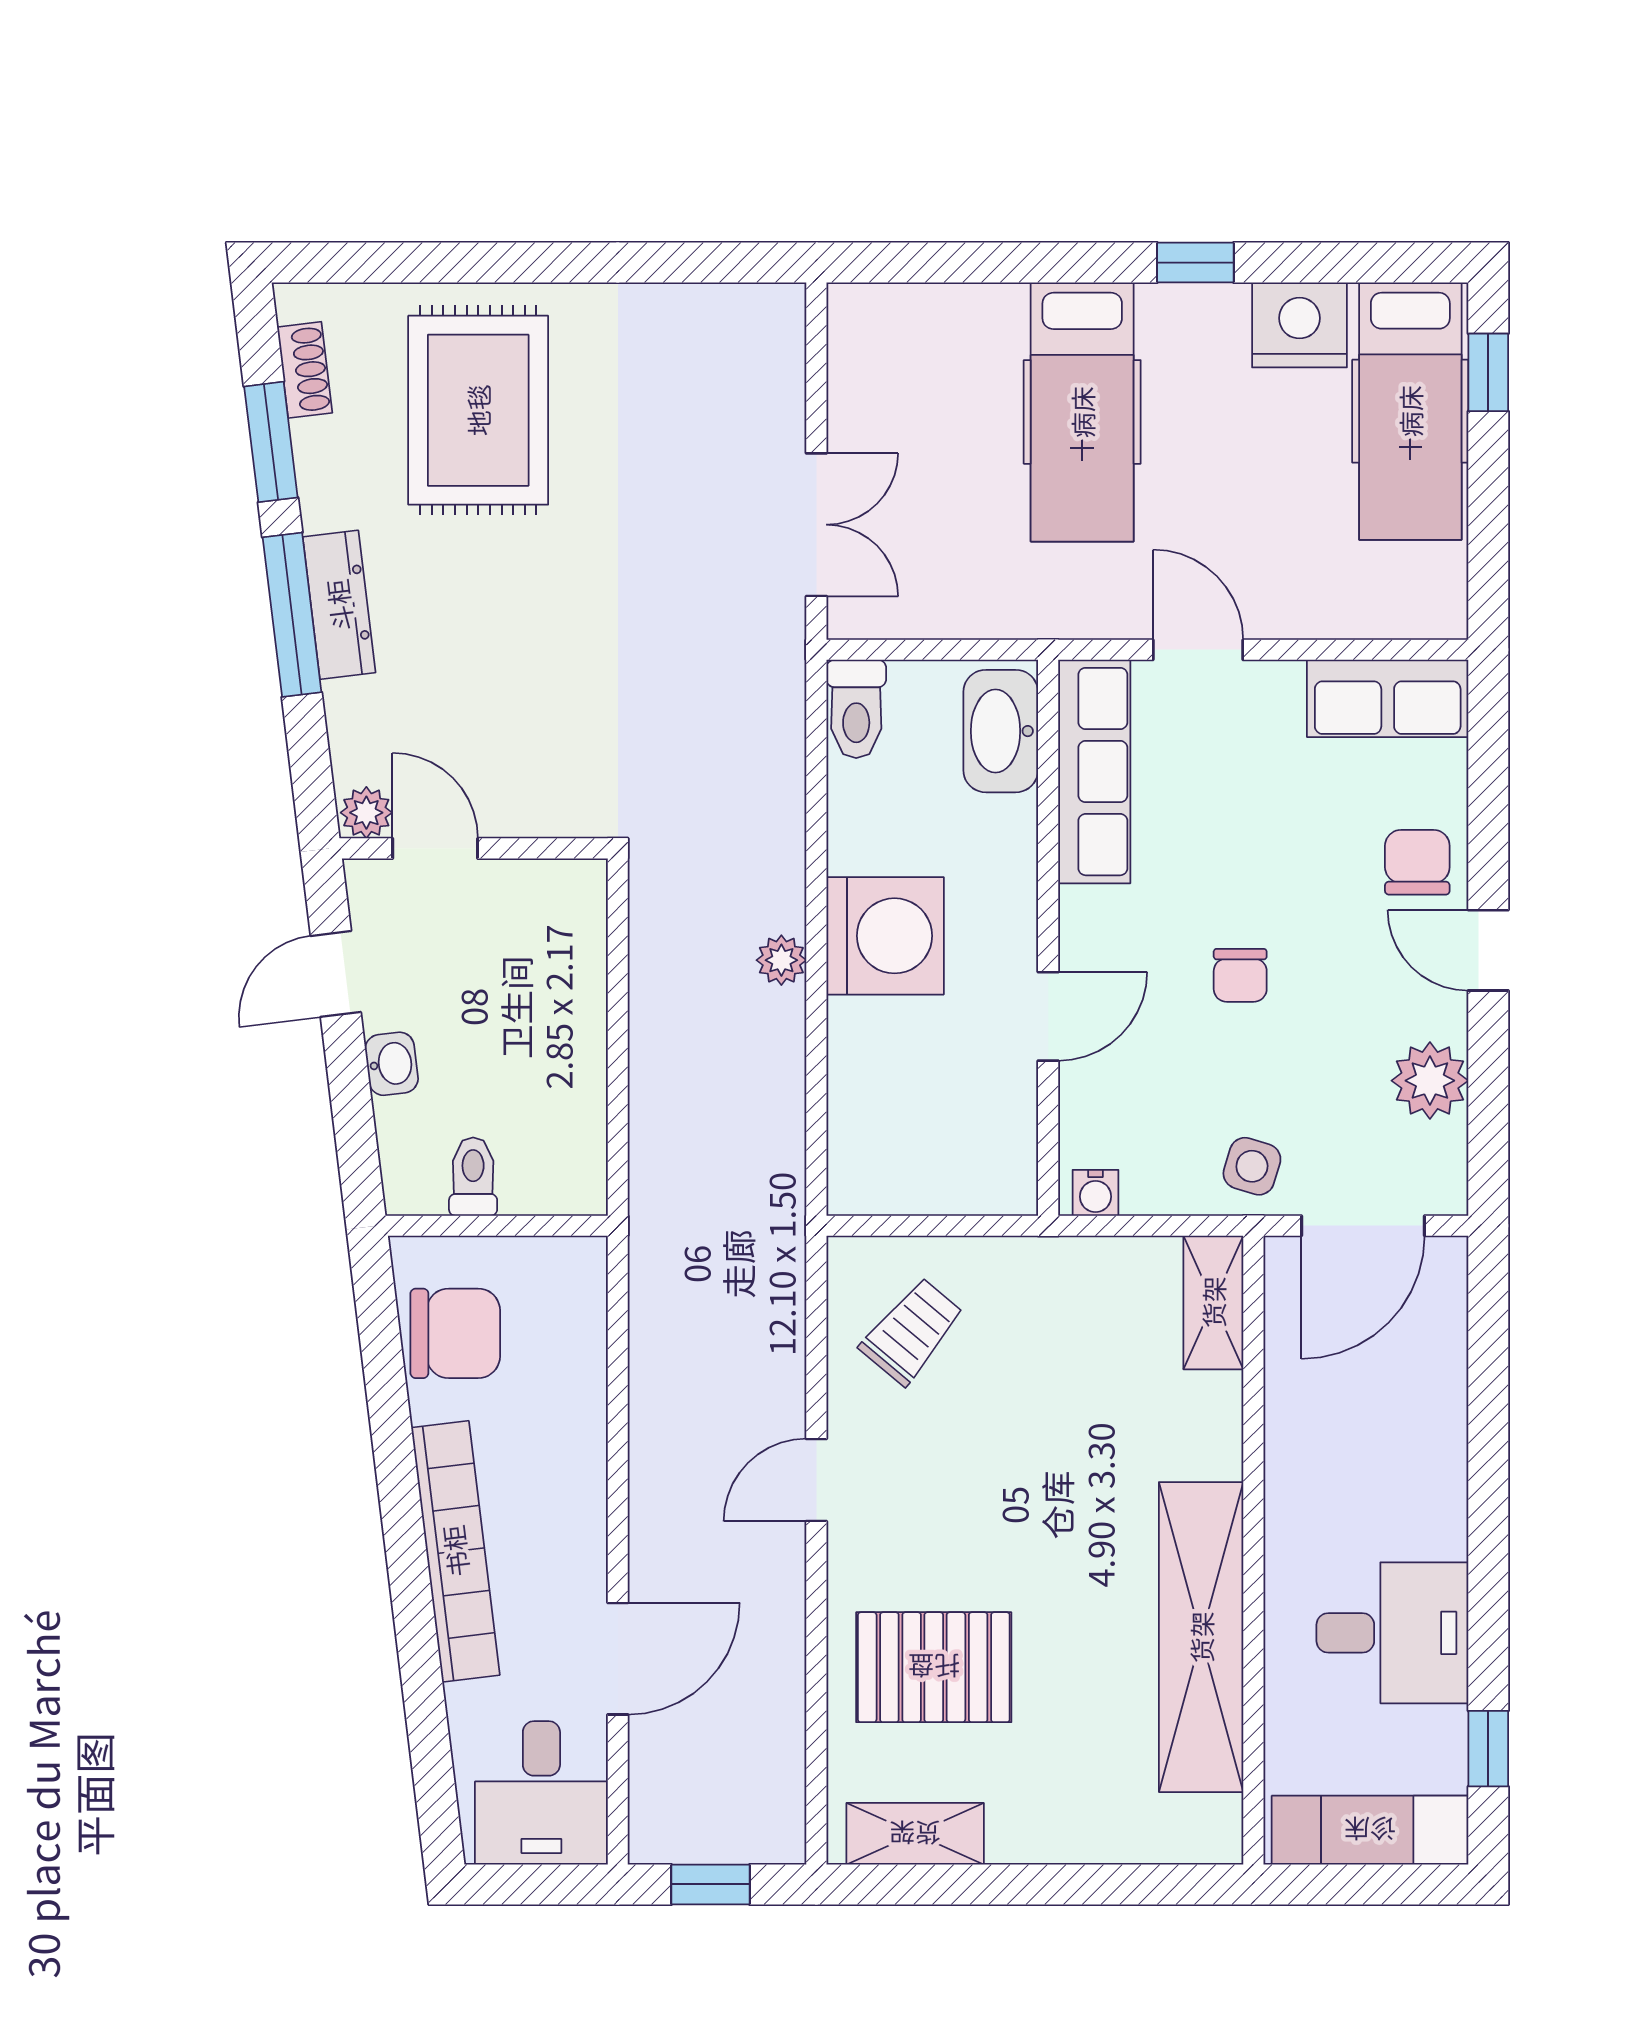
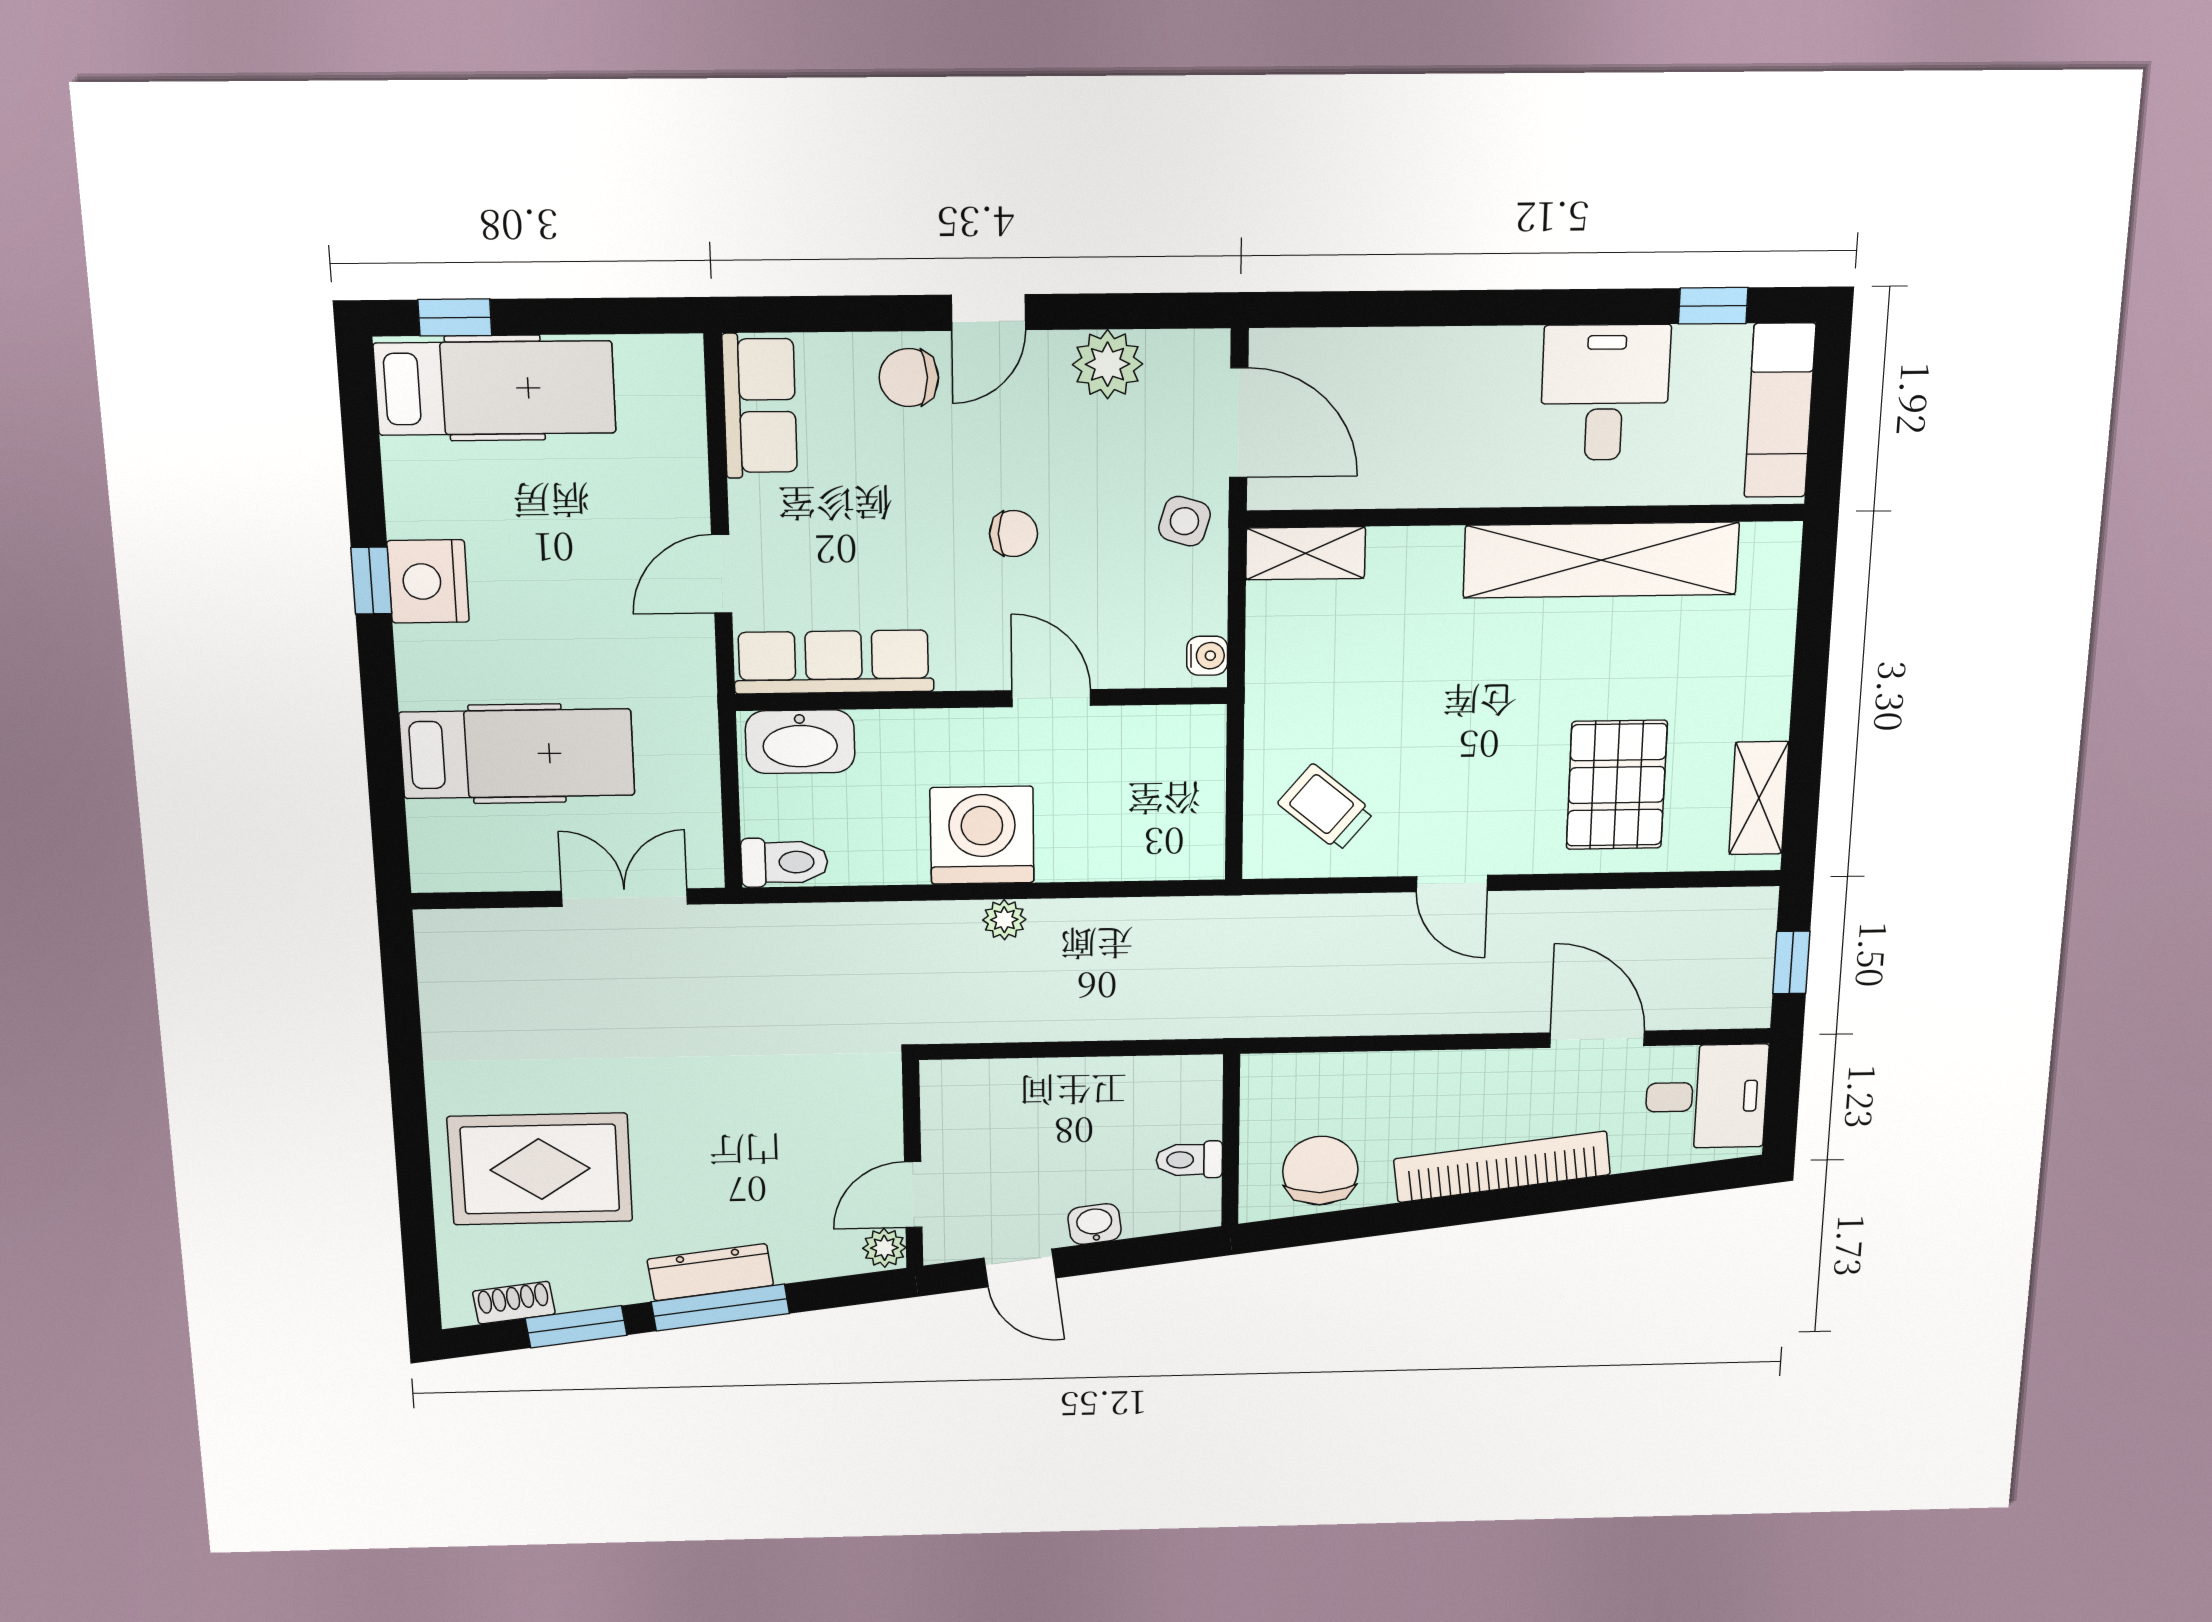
nightstand: (1299, 325) -> (428, 581), moved
hospital bed: (1082, 412) -> (517, 754), moved

